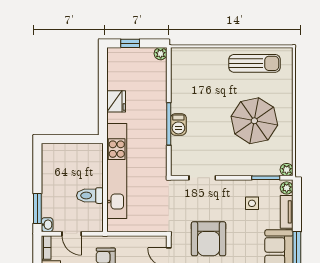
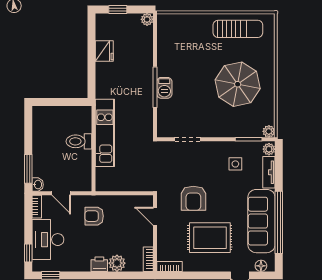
fridge: (116, 101) -> (104, 51), moved
kitchen unit: (117, 171) -> (105, 133), width x0.73
toilet: (90, 196) -> (79, 141), moved
armchair: (209, 239) -> (193, 198), width x0.73, depth x0.73

